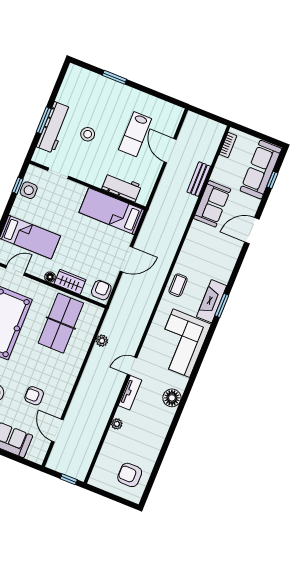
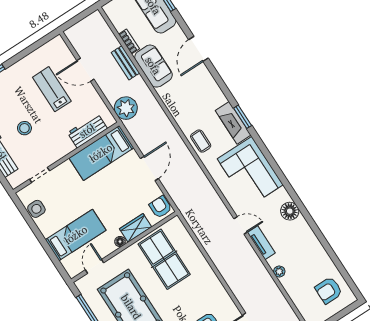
lab bench: (135, 134) -> (52, 89), turned 180
bookcase: (228, 145) -> (129, 42), moved
window: (17, 186) -> (26, 215), removed
plant: (102, 341) -> (126, 108), moved, width x1.87, depth x1.87
door: (132, 366) -> (241, 225), swing flipped

